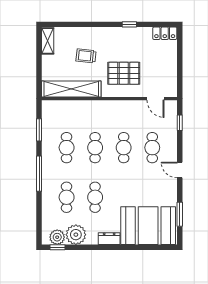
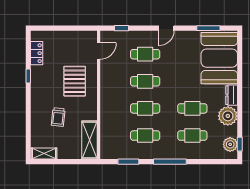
locker: (165, 33) -> (37, 53), moved
shelving: (71, 89) -> (90, 140), width x0.68
plant: (76, 235) -> (228, 116), moved

